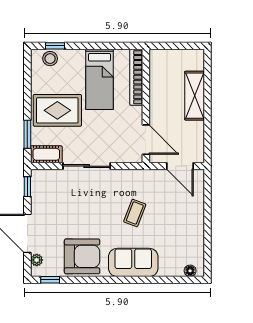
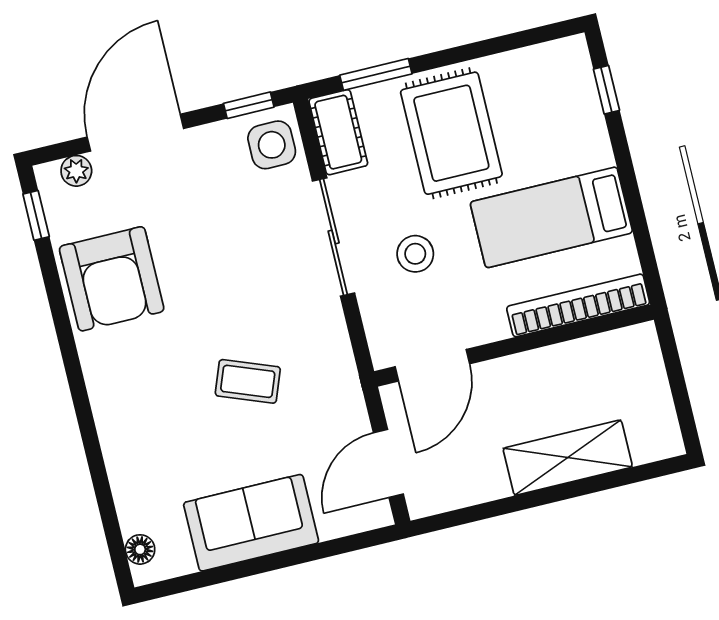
stool: (50, 59) -> (415, 254), moved
side table: (45, 181) -> (272, 145), added
sofa: (133, 262) -> (251, 523), moved, turned -90

